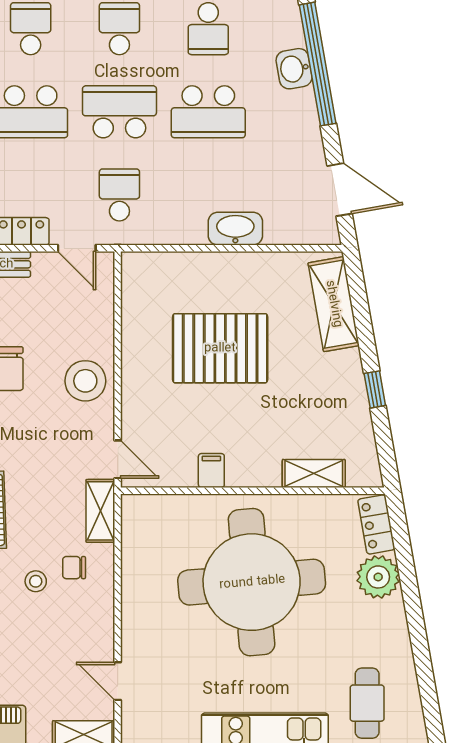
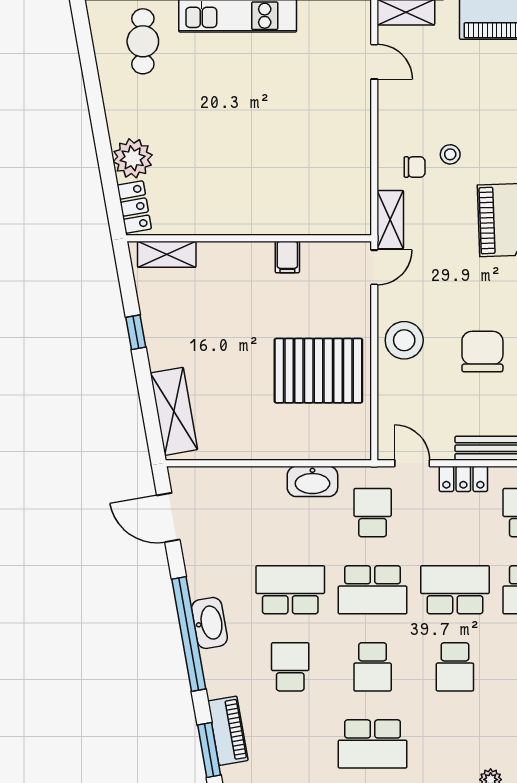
washbasin: (294, 69) -> (209, 623), width x1.38
school desk: (119, 195) -> (373, 513), turned 180
washbasin: (235, 229) -> (312, 481), moved
pallet: (220, 348) -> (318, 371), moved
door: (118, 459) -> (374, 267), swing flipped
shelving: (314, 474) -> (167, 254), moved
round table: (252, 582) -> (250, 154), removed

